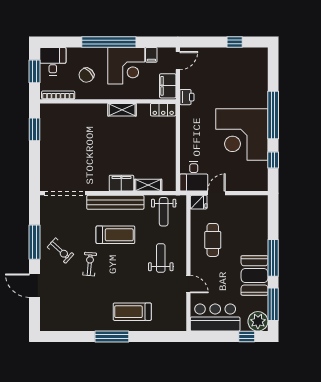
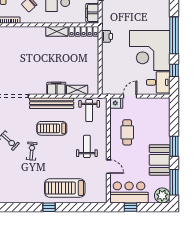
printer: (187, 97) -> (107, 36), moved
locker: (163, 110) -> (84, 31), width x1.53
desk: (194, 176) -> (158, 82), moved, turned -90
treadmill: (115, 235) -> (52, 128), turned 180
window: (273, 258) -> (174, 146), width x0.69
treadmill: (132, 312) -> (65, 188), width x1.37, depth x1.38
window: (112, 337) -> (49, 207), width x0.46
window: (247, 337) -> (131, 207), moved

